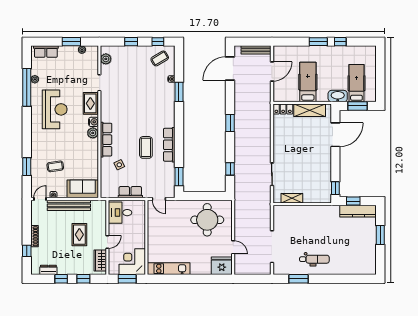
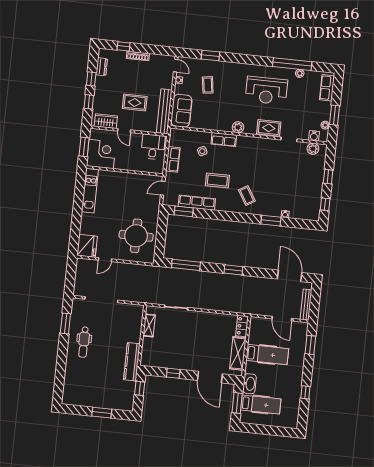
window: (318, 42) -> (310, 345), moved
coffee table: (160, 58) -> (247, 196), moved
water cooler: (93, 122) -> (314, 136), moved
row of seats: (106, 140) -> (224, 140), width x0.68
row of seats: (169, 145) -> (197, 203), moved
window: (230, 169) -> (186, 265), width x2.17
window: (335, 188) -> (173, 373), moved
bench: (69, 205) -> (164, 111), moved
kitchen counter: (358, 211) -> (132, 362), moved

